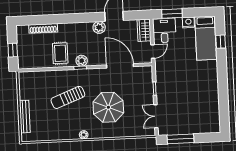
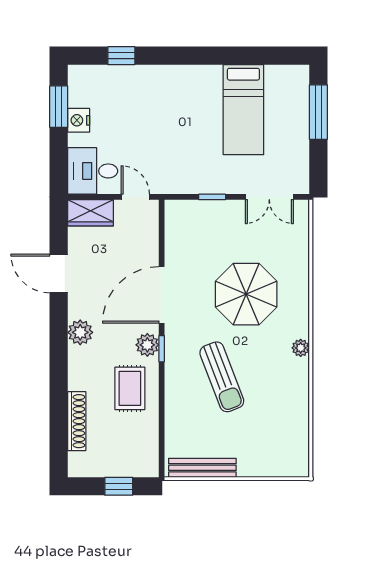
window: (172, 14) -> (59, 107), moved
plant: (99, 27) -> (80, 332), moved
bed: (206, 38) -> (243, 110), moved, turned 90
rug: (60, 53) -> (130, 388), turned 90
door: (120, 66) -> (162, 295), moved
bench: (25, 117) -> (202, 468), moved
window: (180, 139) -> (318, 112), moved

